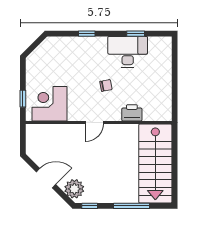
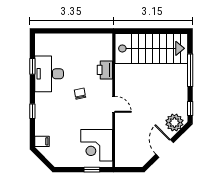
filing cabinet: (54, 44) -> (42, 141), added

